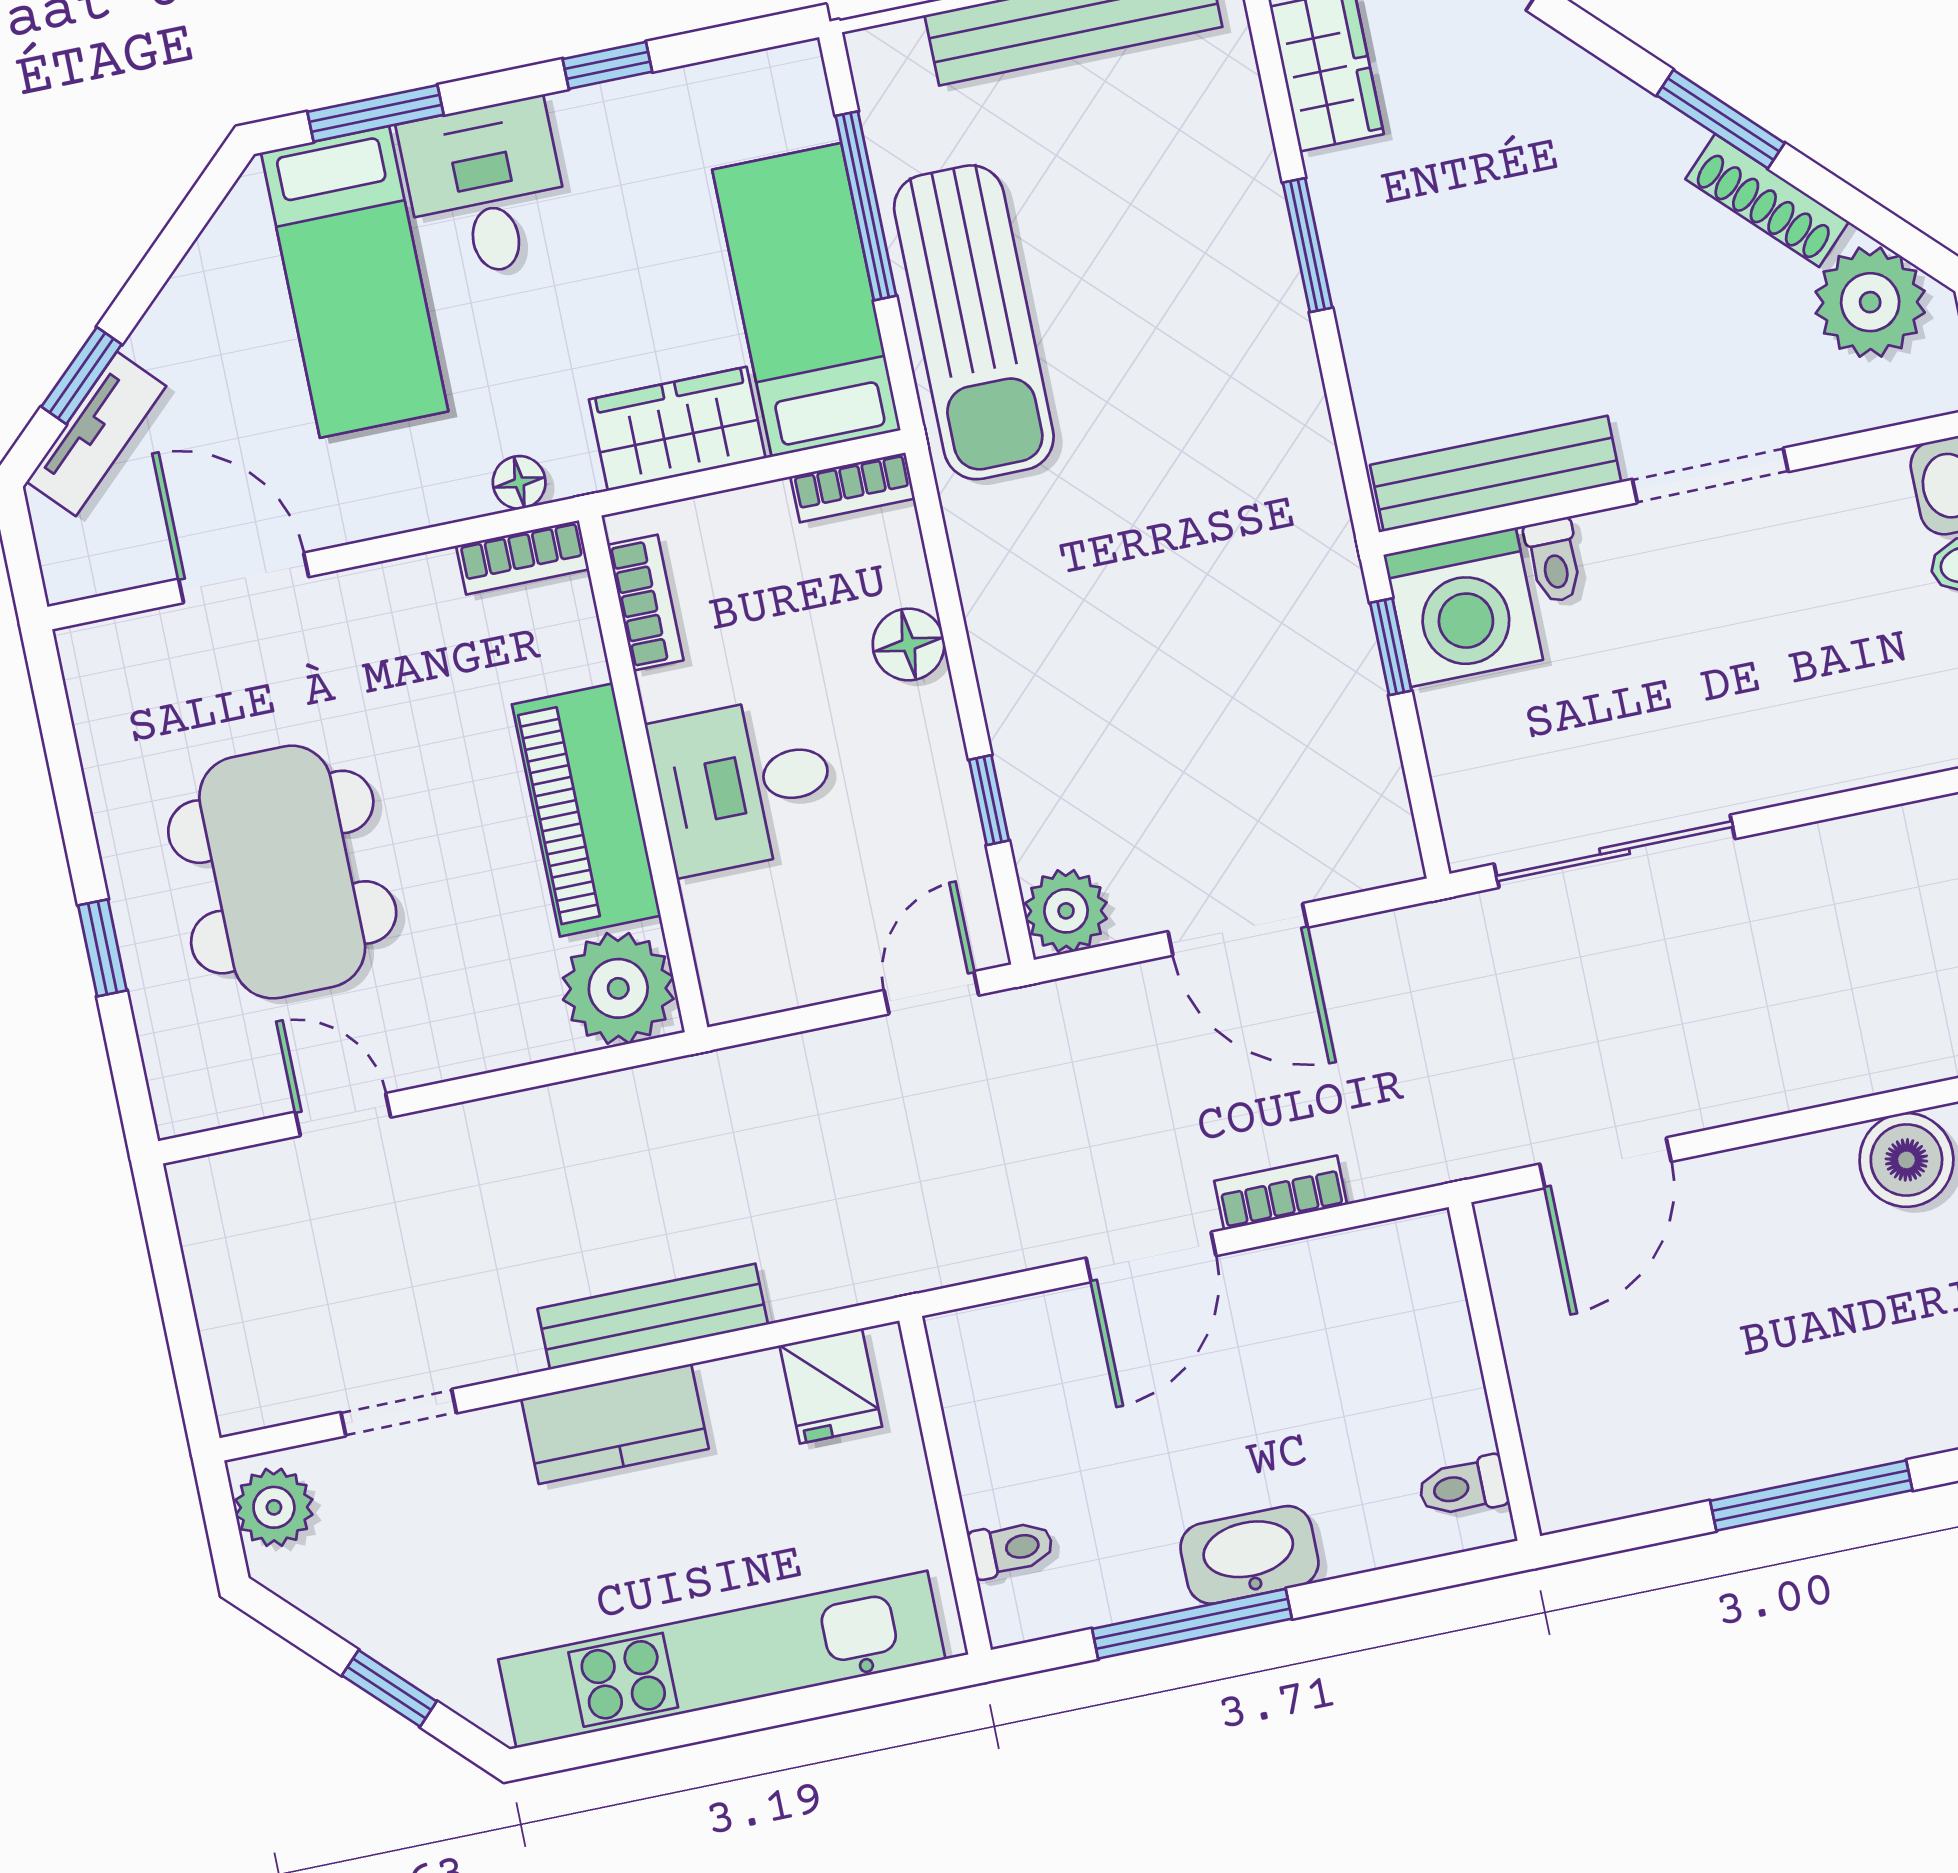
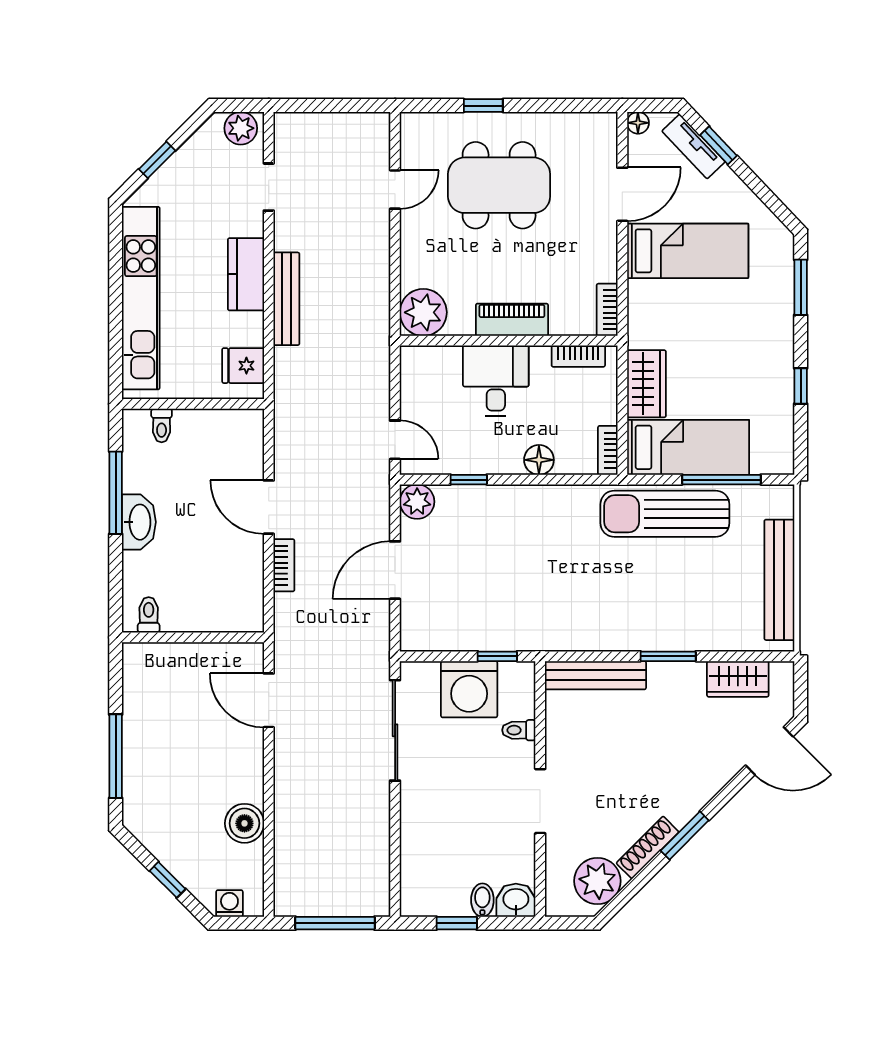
desk: (486, 189) -> (760, 326), removed
bed: (355, 282) -> (688, 251), moved, turned 180
bench: (1496, 474) -> (595, 675), moved, turned 90
floor lamp: (519, 482) -> (638, 123), moved
washing machine: (1463, 607) -> (469, 689), moved, turned -90
piano: (586, 810) -> (512, 320), width x0.73, depth x0.75

